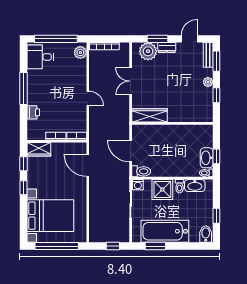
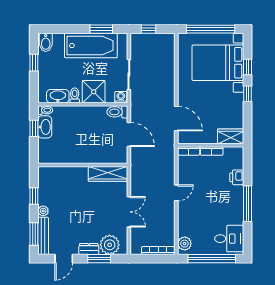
bench: (208, 55) -> (43, 236), width x1.36
door: (88, 98) -> (176, 193), swing flipped
window: (24, 164) -> (248, 67), moved

